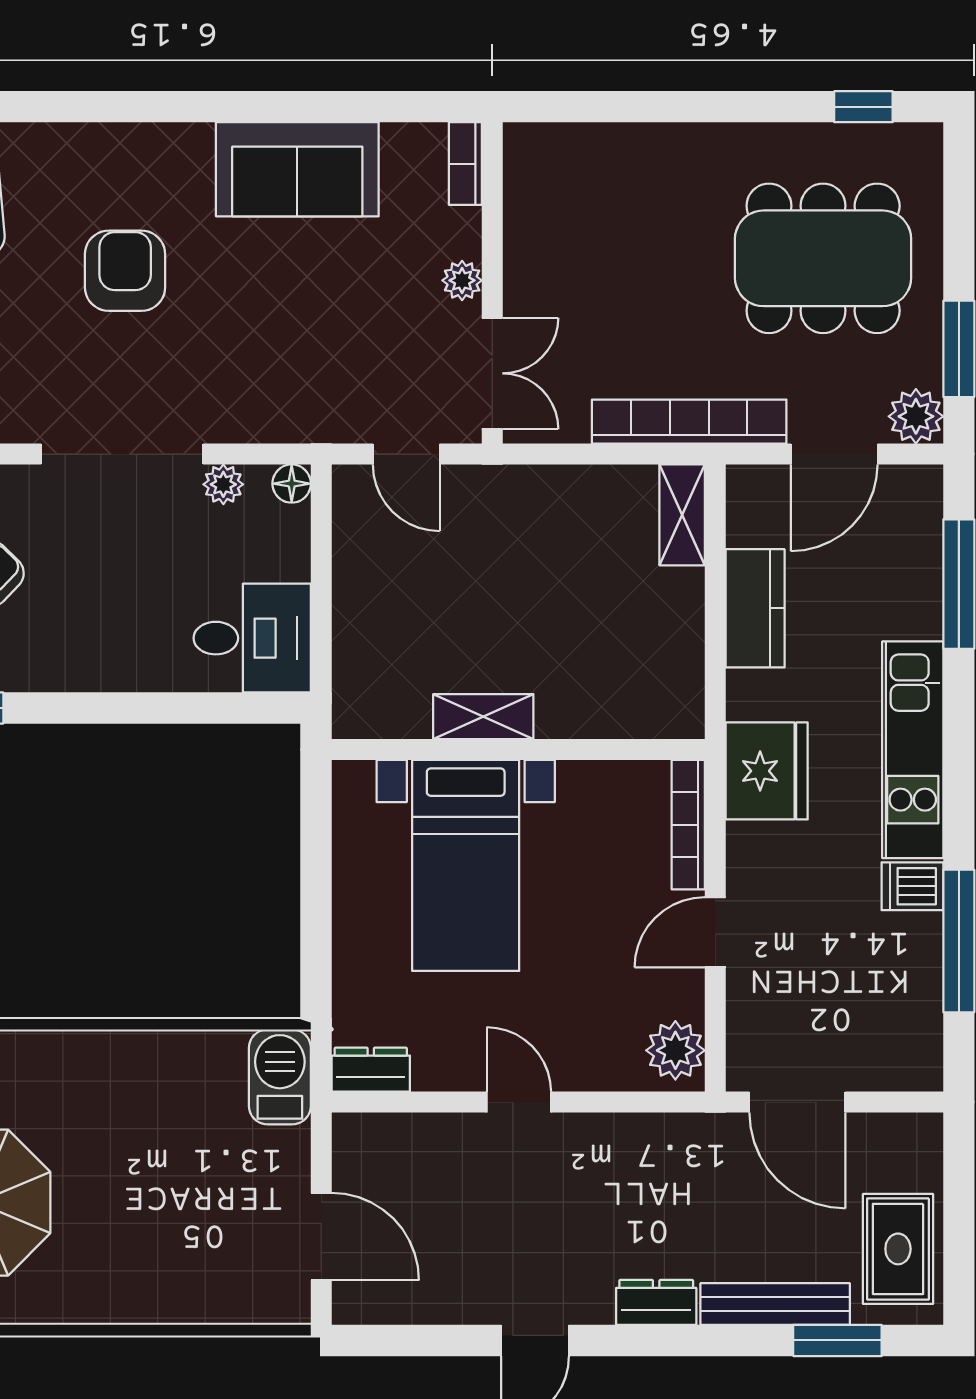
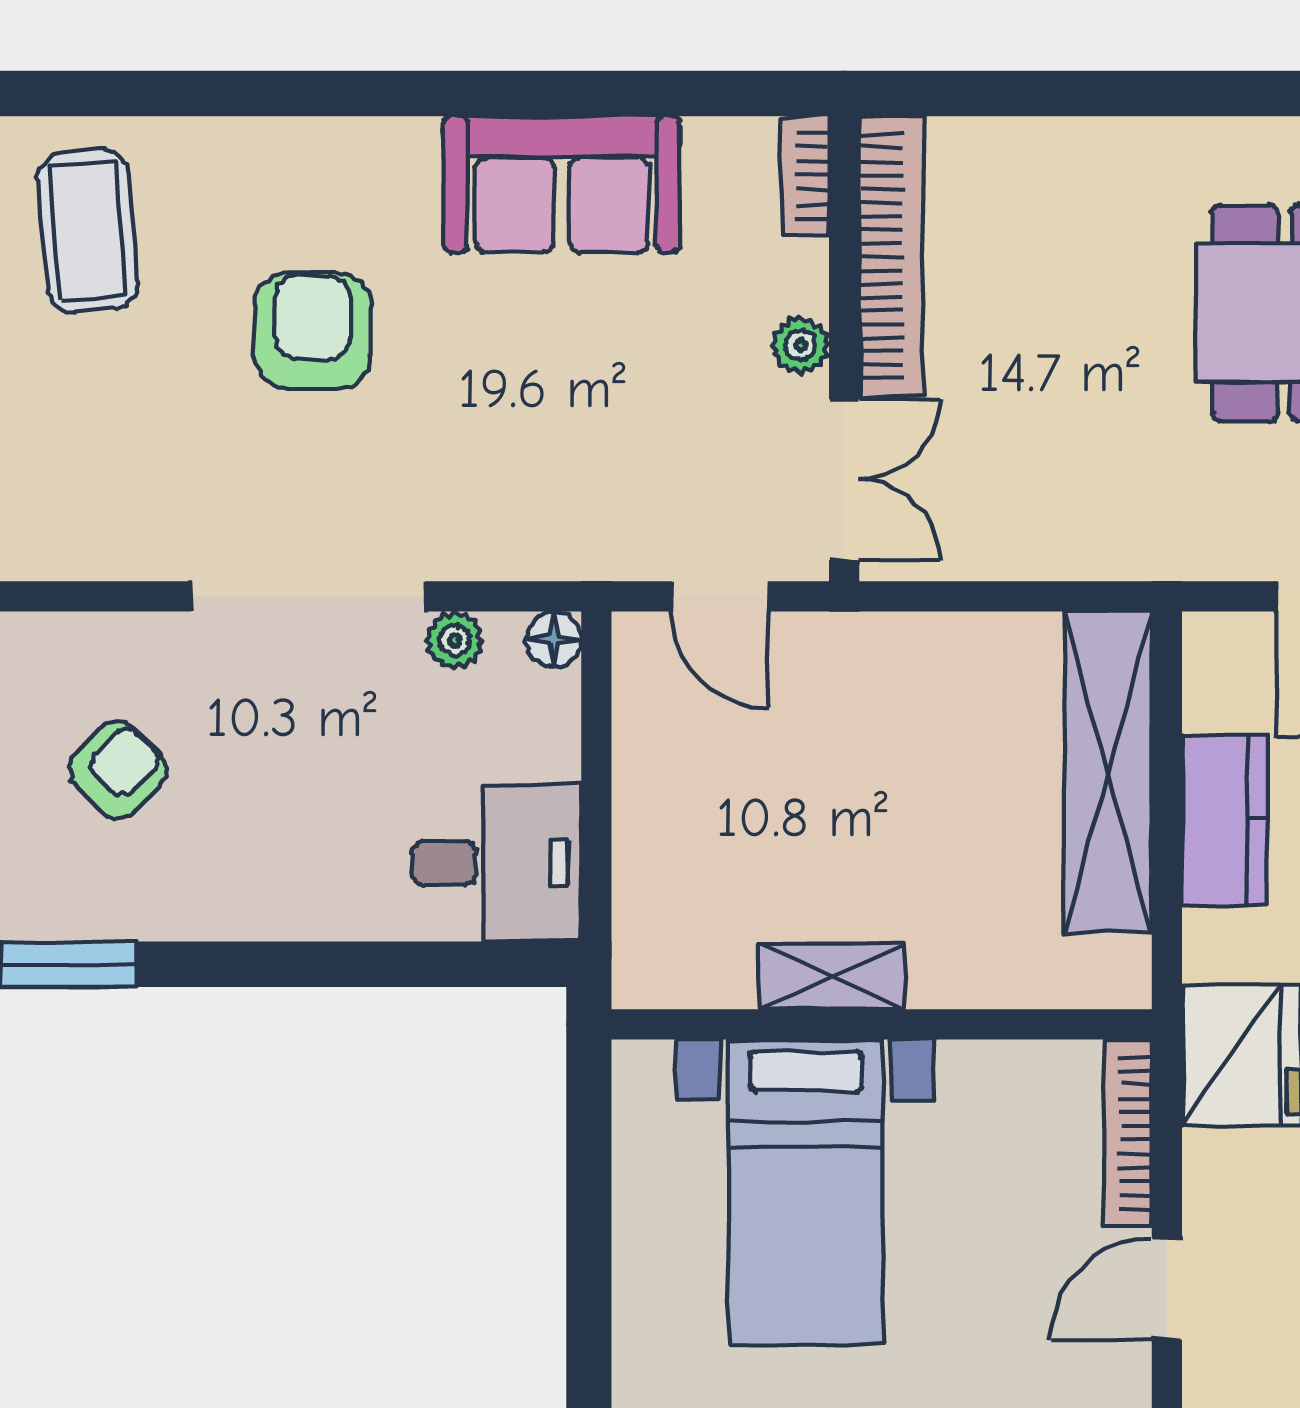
bookcase: (689, 422) -> (891, 257), moved, turned 90
shelving: (682, 515) -> (1108, 772), width x2.20, depth x1.33

